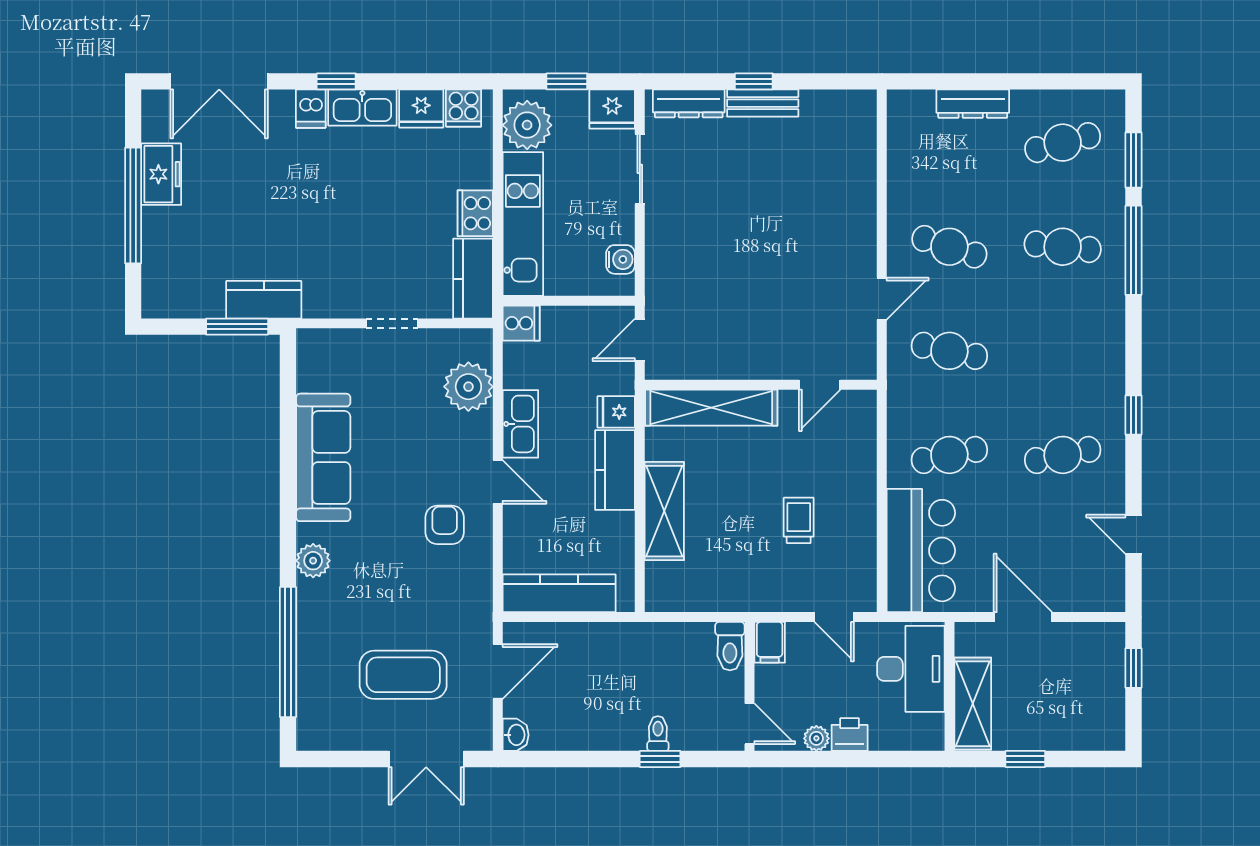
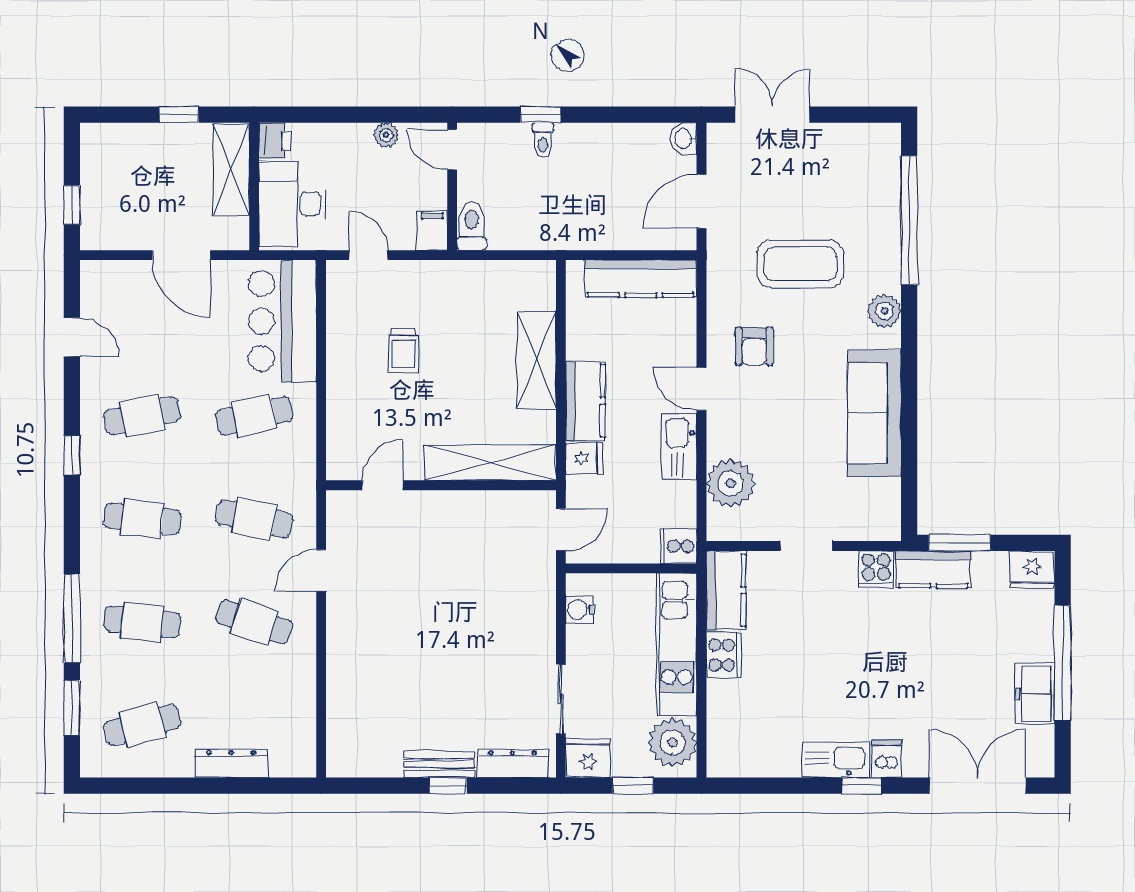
fridge: (421, 108) -> (1032, 570), moved, turned 180
cooker: (464, 108) -> (876, 569), moved, turned 180
cafe table: (1063, 351) -> (142, 519), added
coffee table: (403, 675) -> (800, 264), moved
printer: (850, 735) -> (275, 141), moved, turned -90

